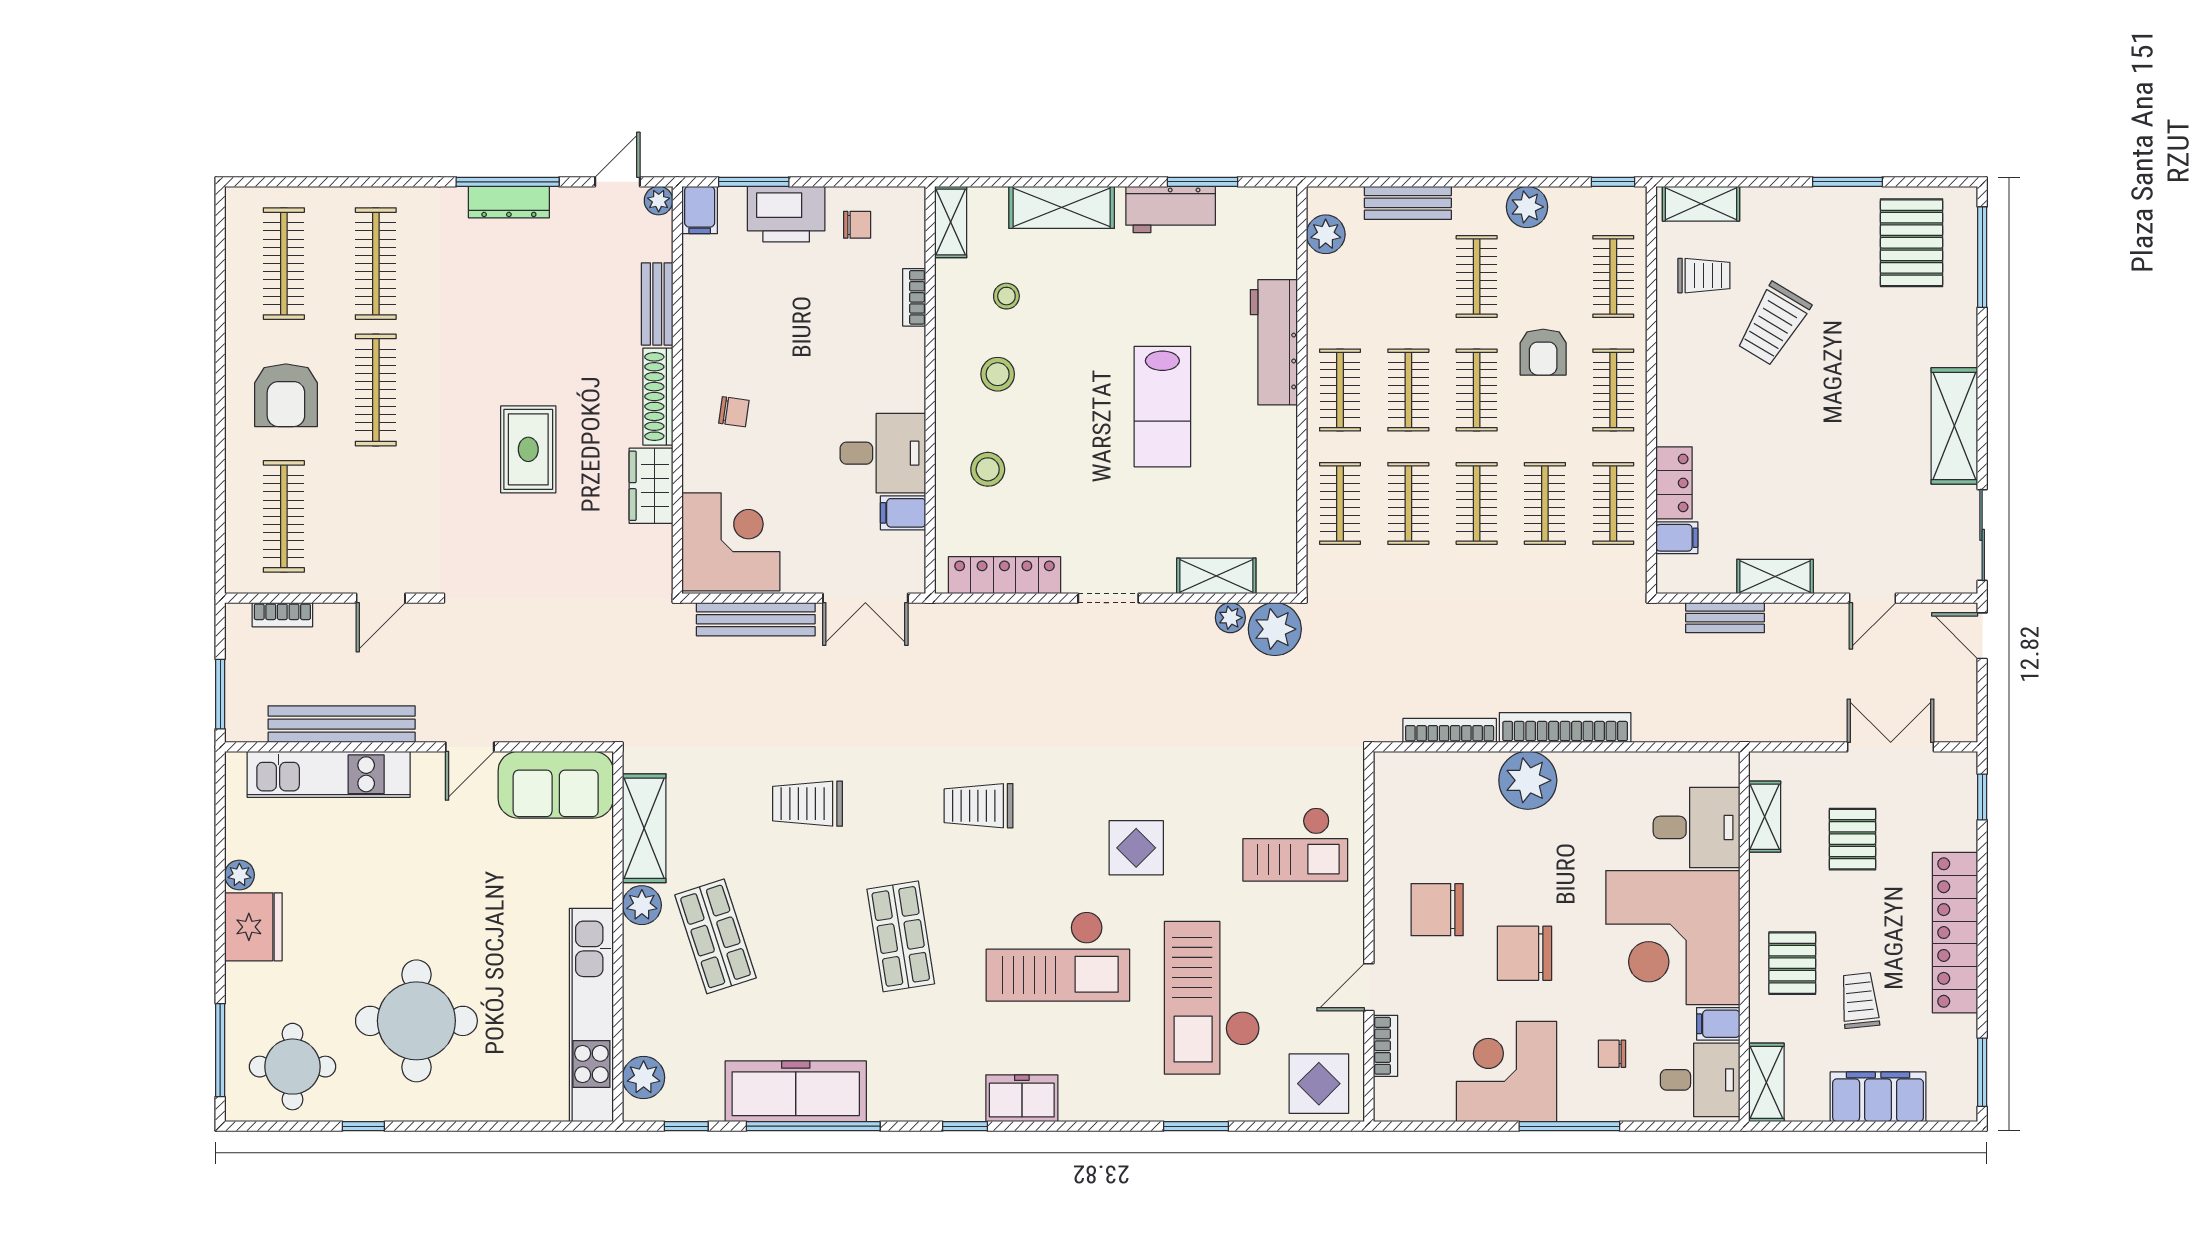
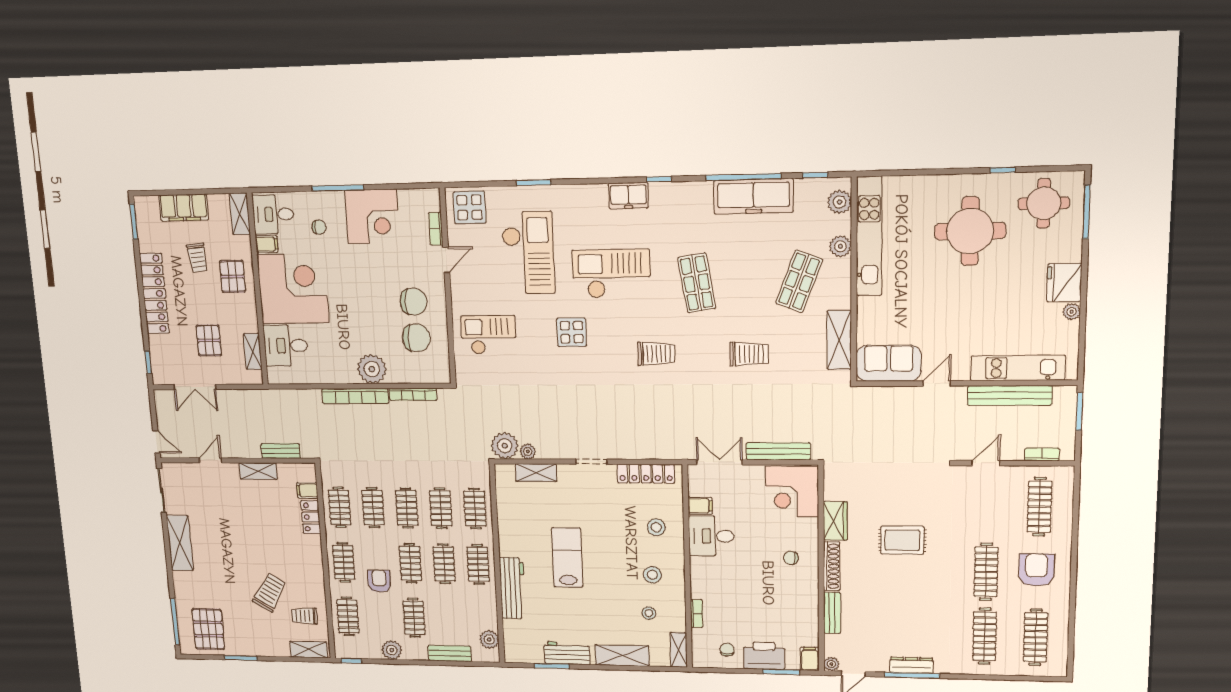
chair: (857, 225) -> (727, 650), turned 90
rug: (528, 449) -> (902, 540), turned 90
plant: (642, 905) -> (840, 246), moved
shop shelf: (716, 936) -> (799, 281), turned 39
chair: (1524, 953) -> (416, 338), moved

